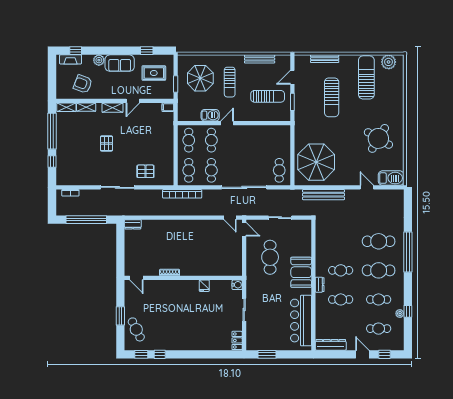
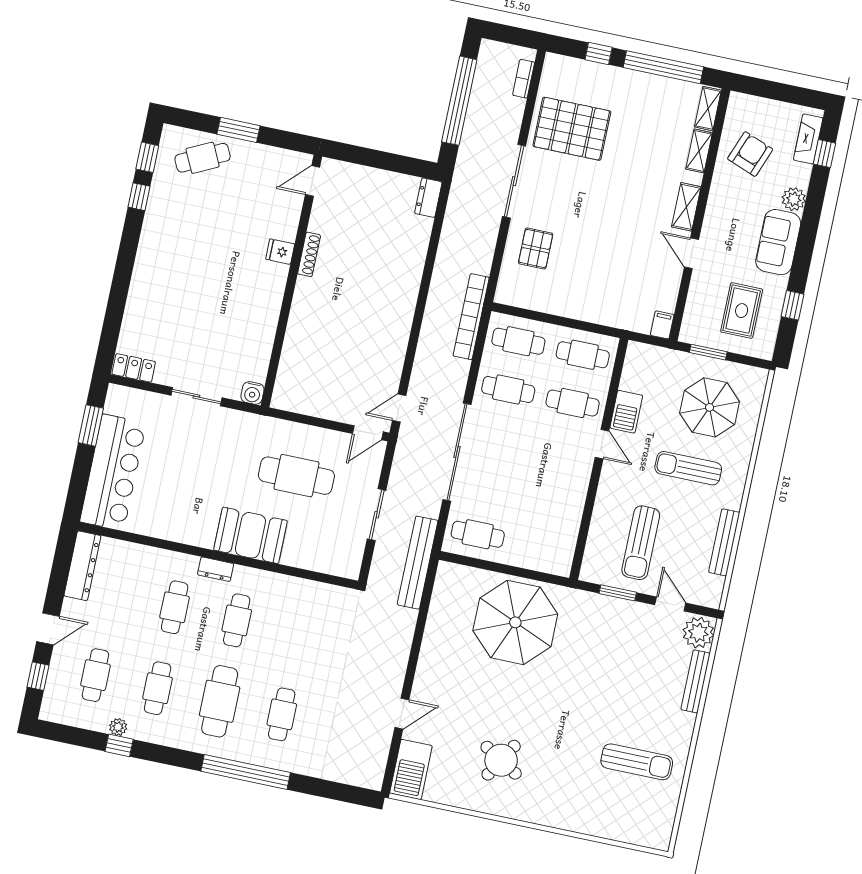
plant: (389, 62) -> (698, 633), moved
sun lounger: (366, 77) -> (637, 762), width x0.73, depth x0.75
sun lounger: (332, 97) -> (610, 679), removed
round table: (378, 138) -> (501, 760), width x0.73, depth x0.73
pallet: (106, 143) -> (572, 129), moved, width x2.05, depth x2.00
parasol: (316, 162) -> (515, 622), moved
bench: (323, 195) -> (418, 563), moved
cafe table: (379, 241) -> (282, 714), width x0.73, depth x0.74
fridge: (204, 286) -> (280, 252), moved
bar counter: (301, 321) -> (113, 472), moved, turned 90

